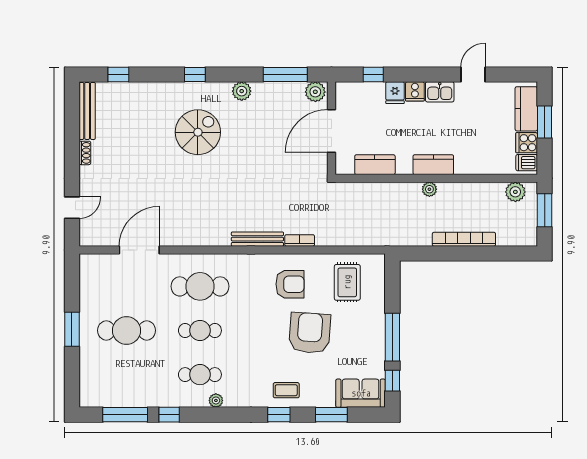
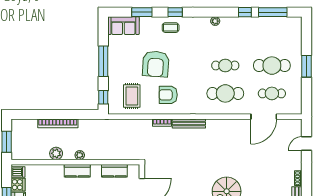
plant: (515, 192) -> (56, 153), moved
cafe table: (200, 375) -> (272, 93), moved
window: (392, 381) -> (103, 97), moved

